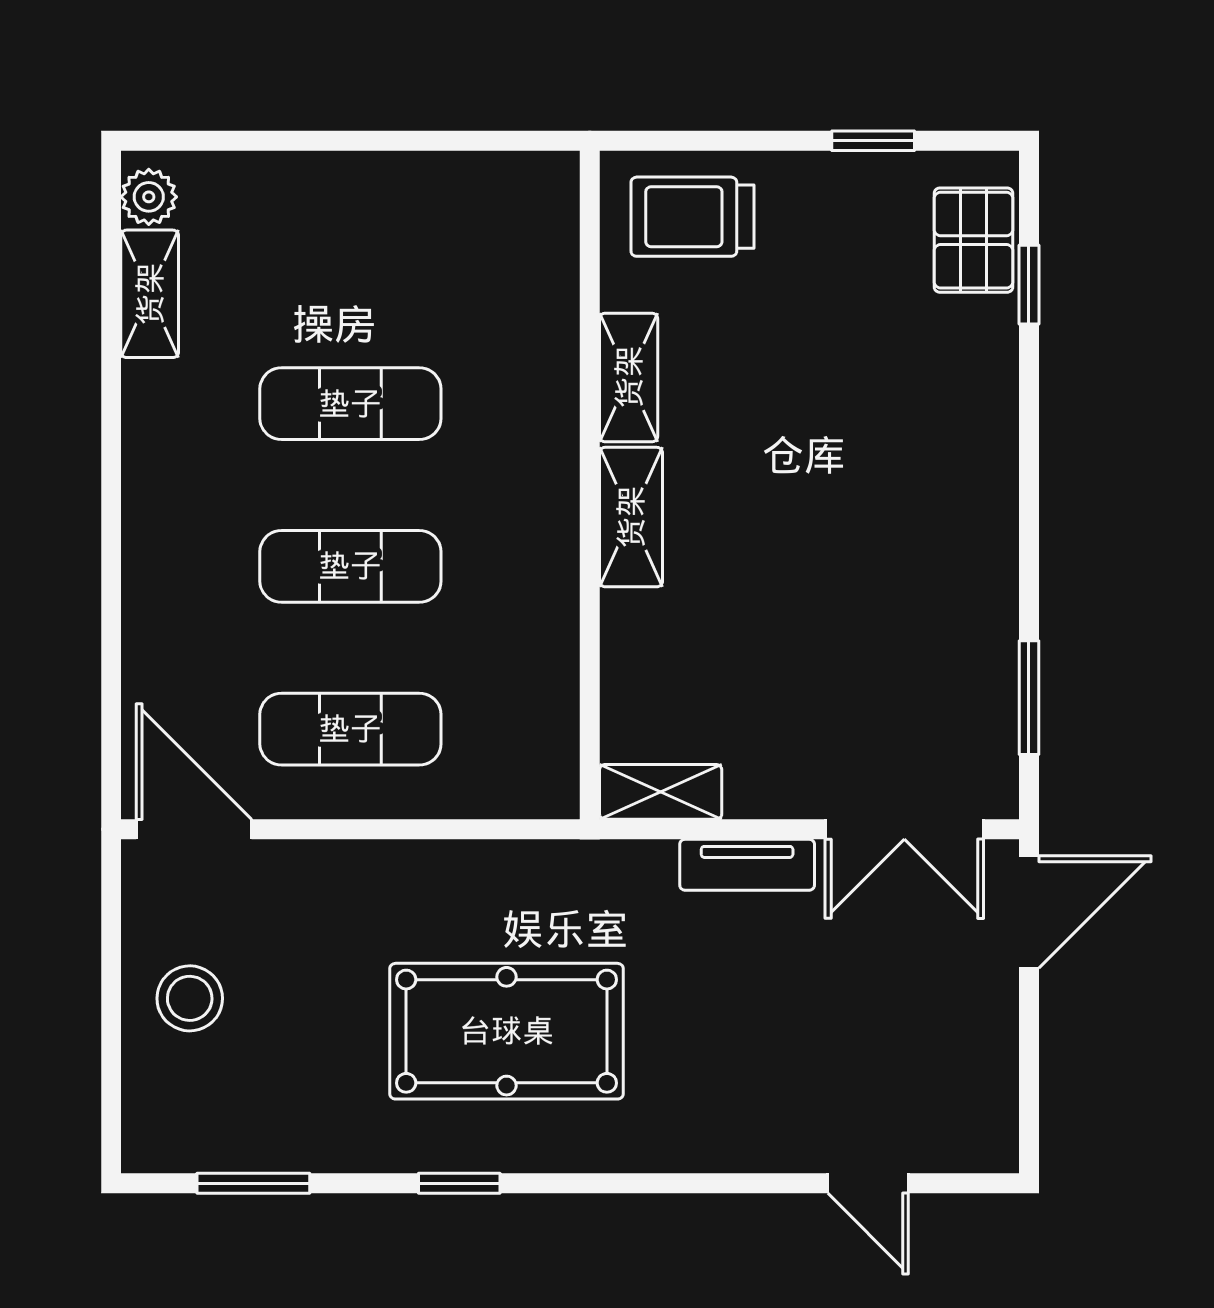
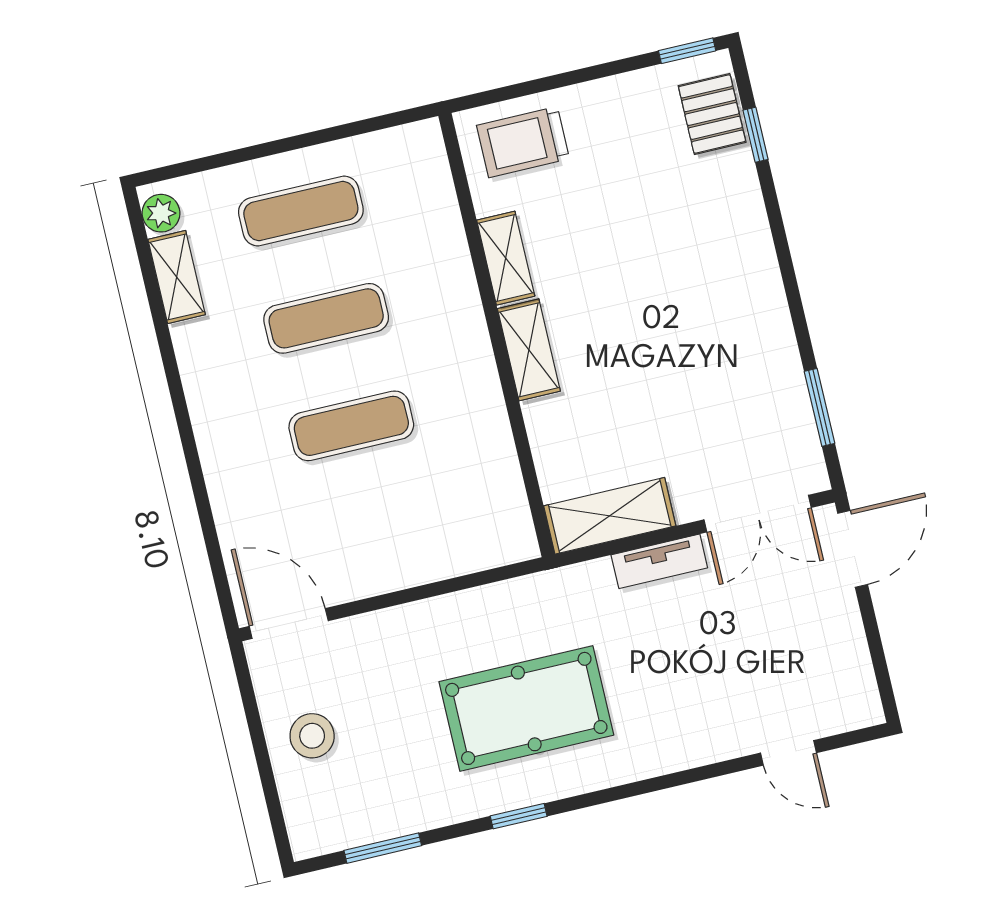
window: (873, 141) -> (687, 51), moved
exercise mat: (350, 729) -> (301, 211), moved
shelving: (661, 792) -> (610, 516), width x1.50, depth x1.33

